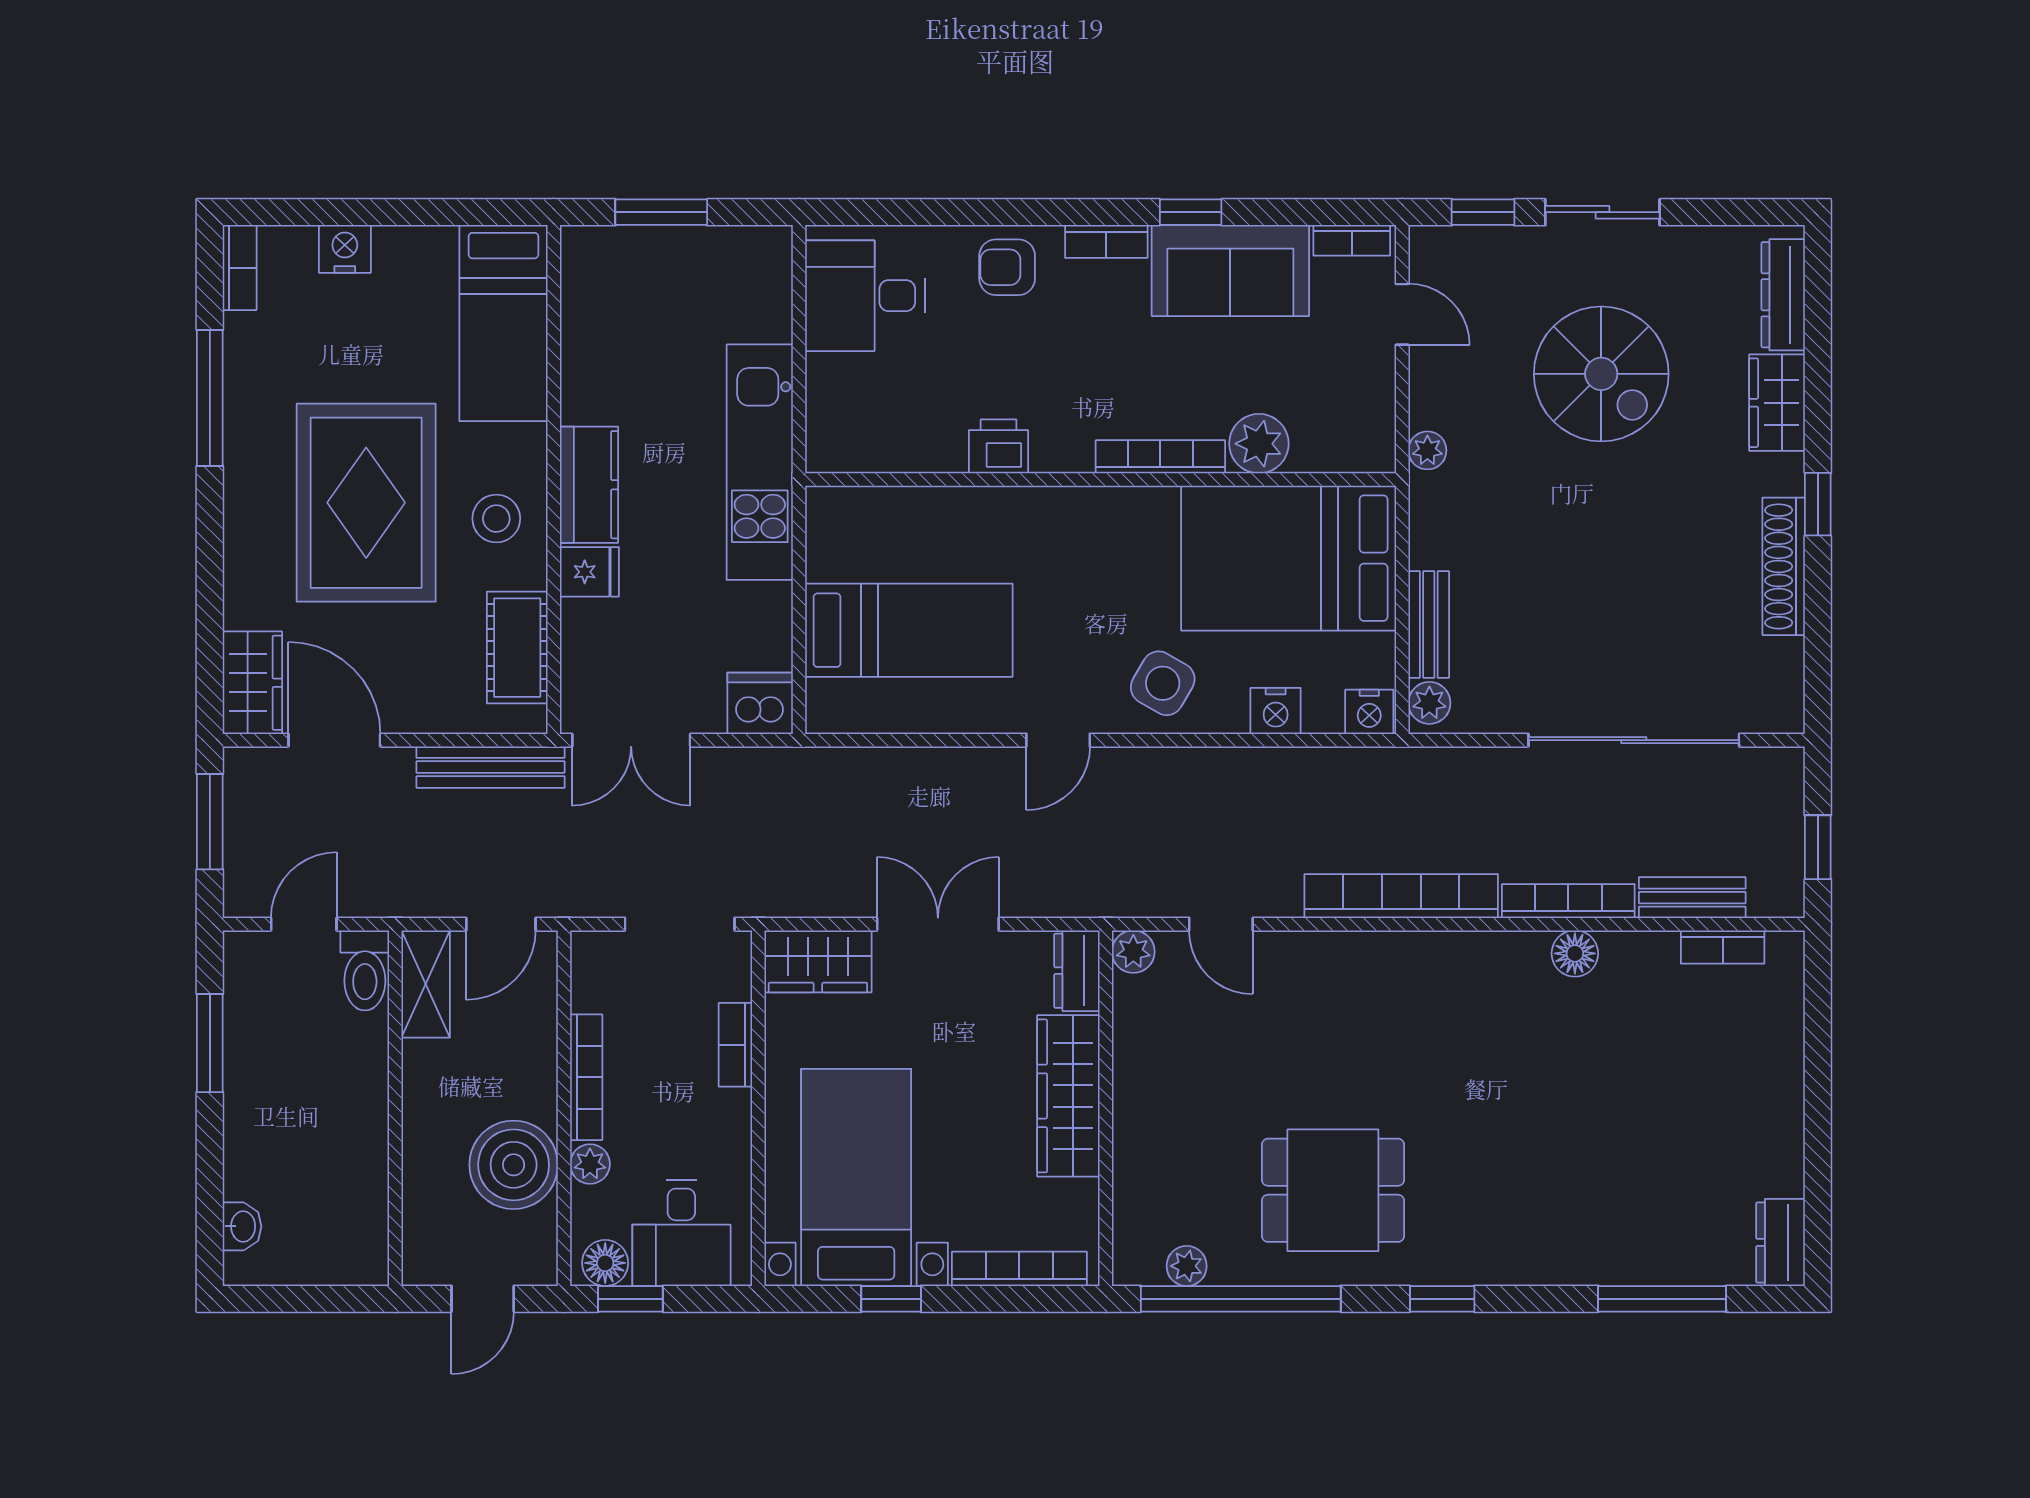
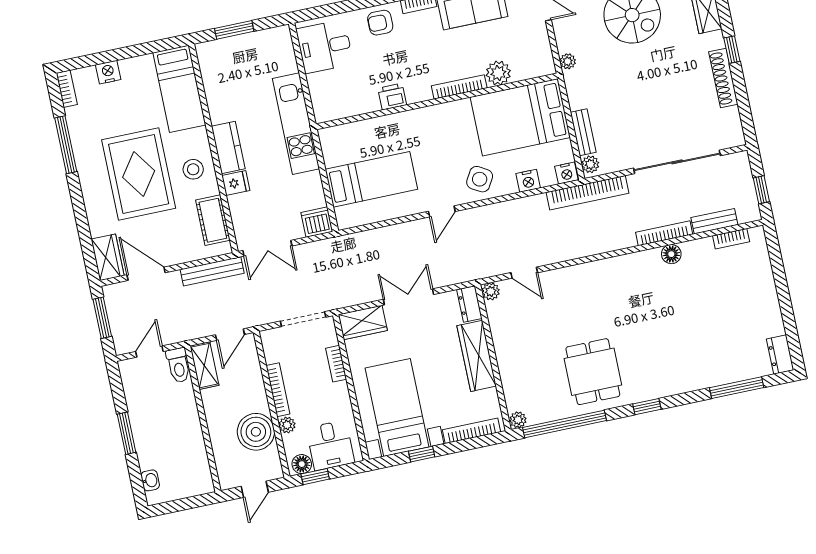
bookcase: (1401, 896) -> (588, 193), moved, turned 180
window: (210, 1043) -> (127, 433), moved
dining table: (1333, 1190) -> (593, 372), turned 90
plant: (1187, 1266) -> (518, 420), moved

